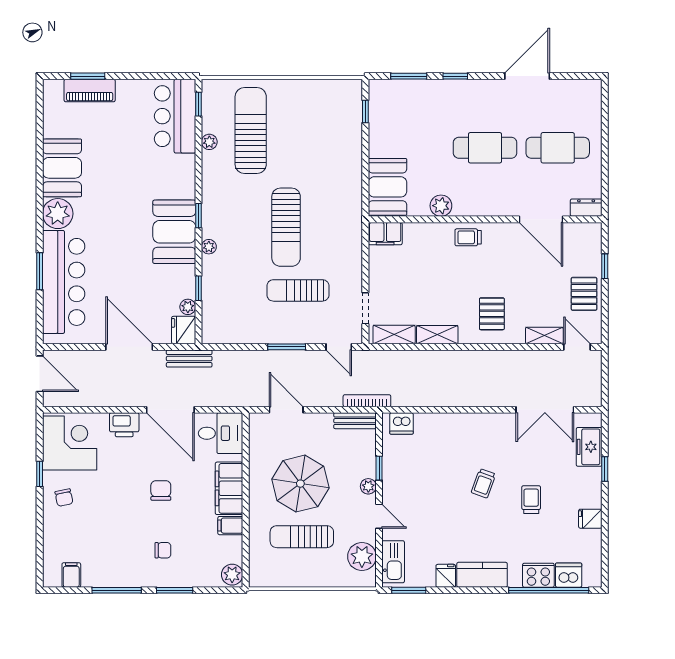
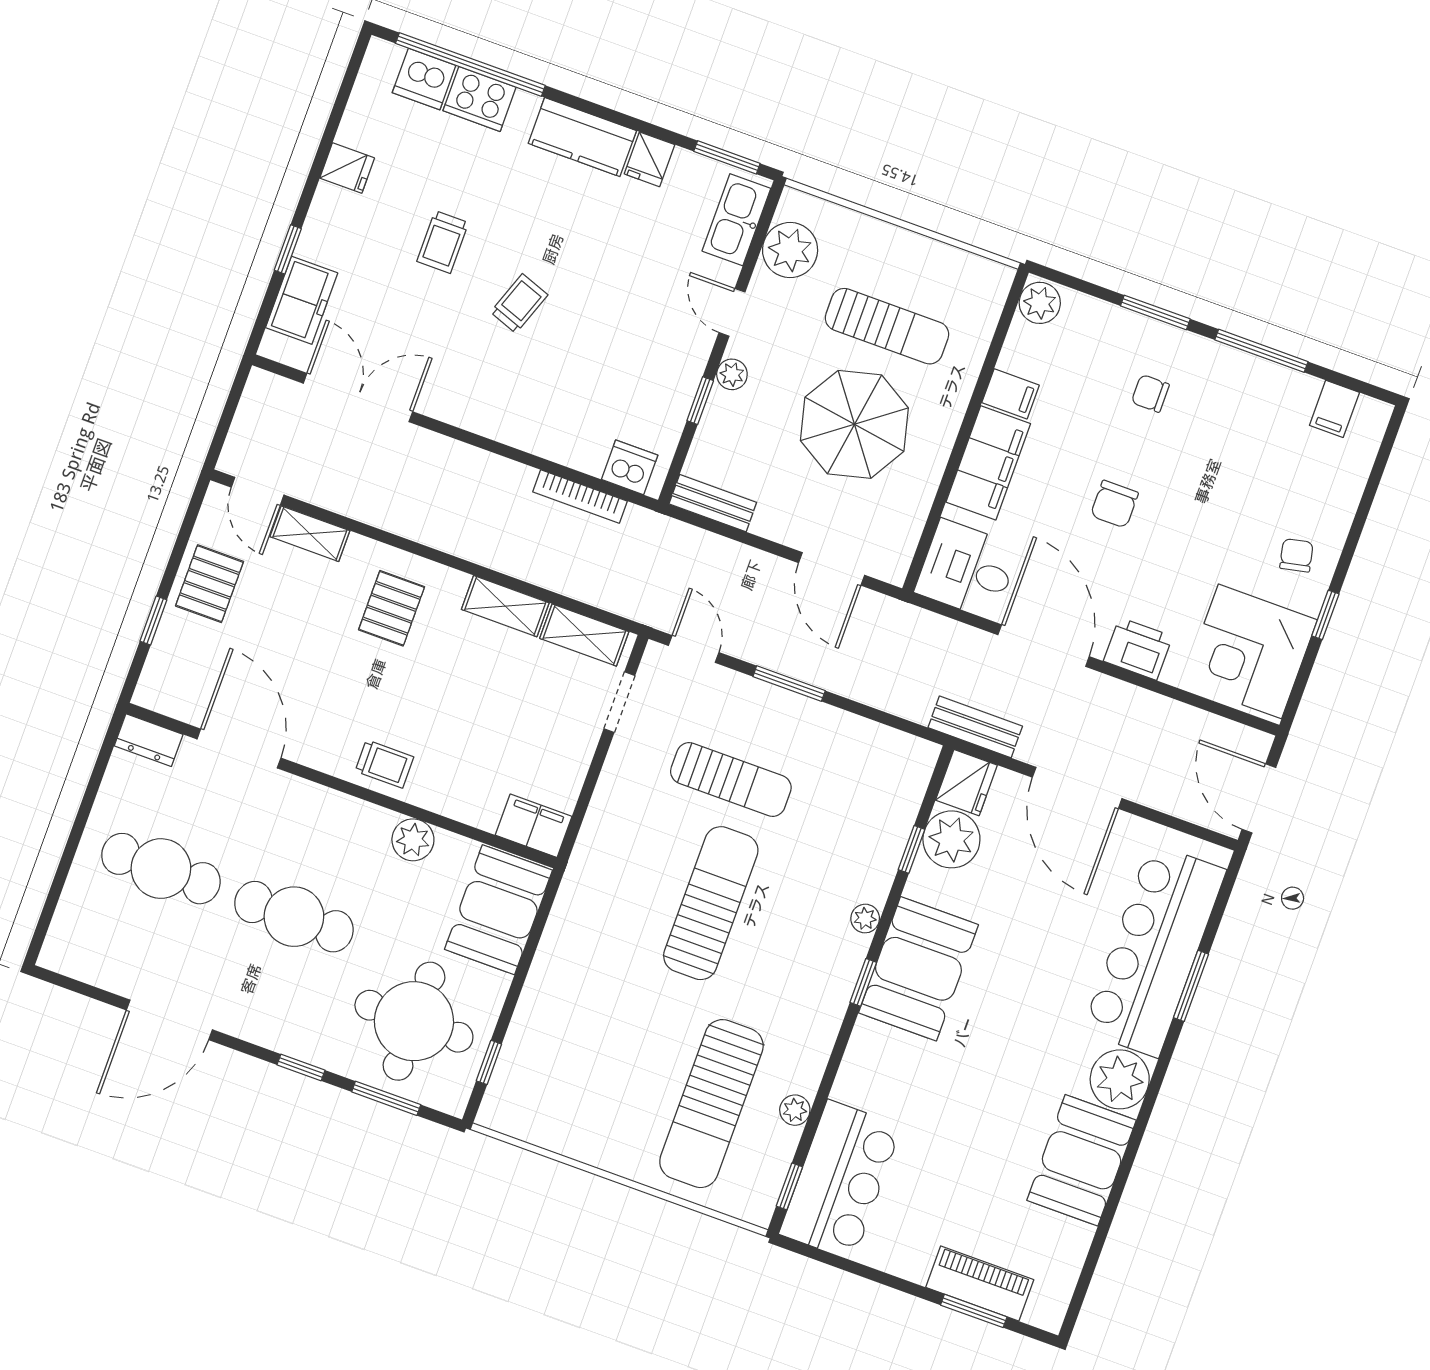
round table: (409, 118) -> (414, 1021), added
plant: (188, 307) -> (951, 839), width x1.87, depth x1.87
bookcase: (367, 401) -> (580, 497), moved

